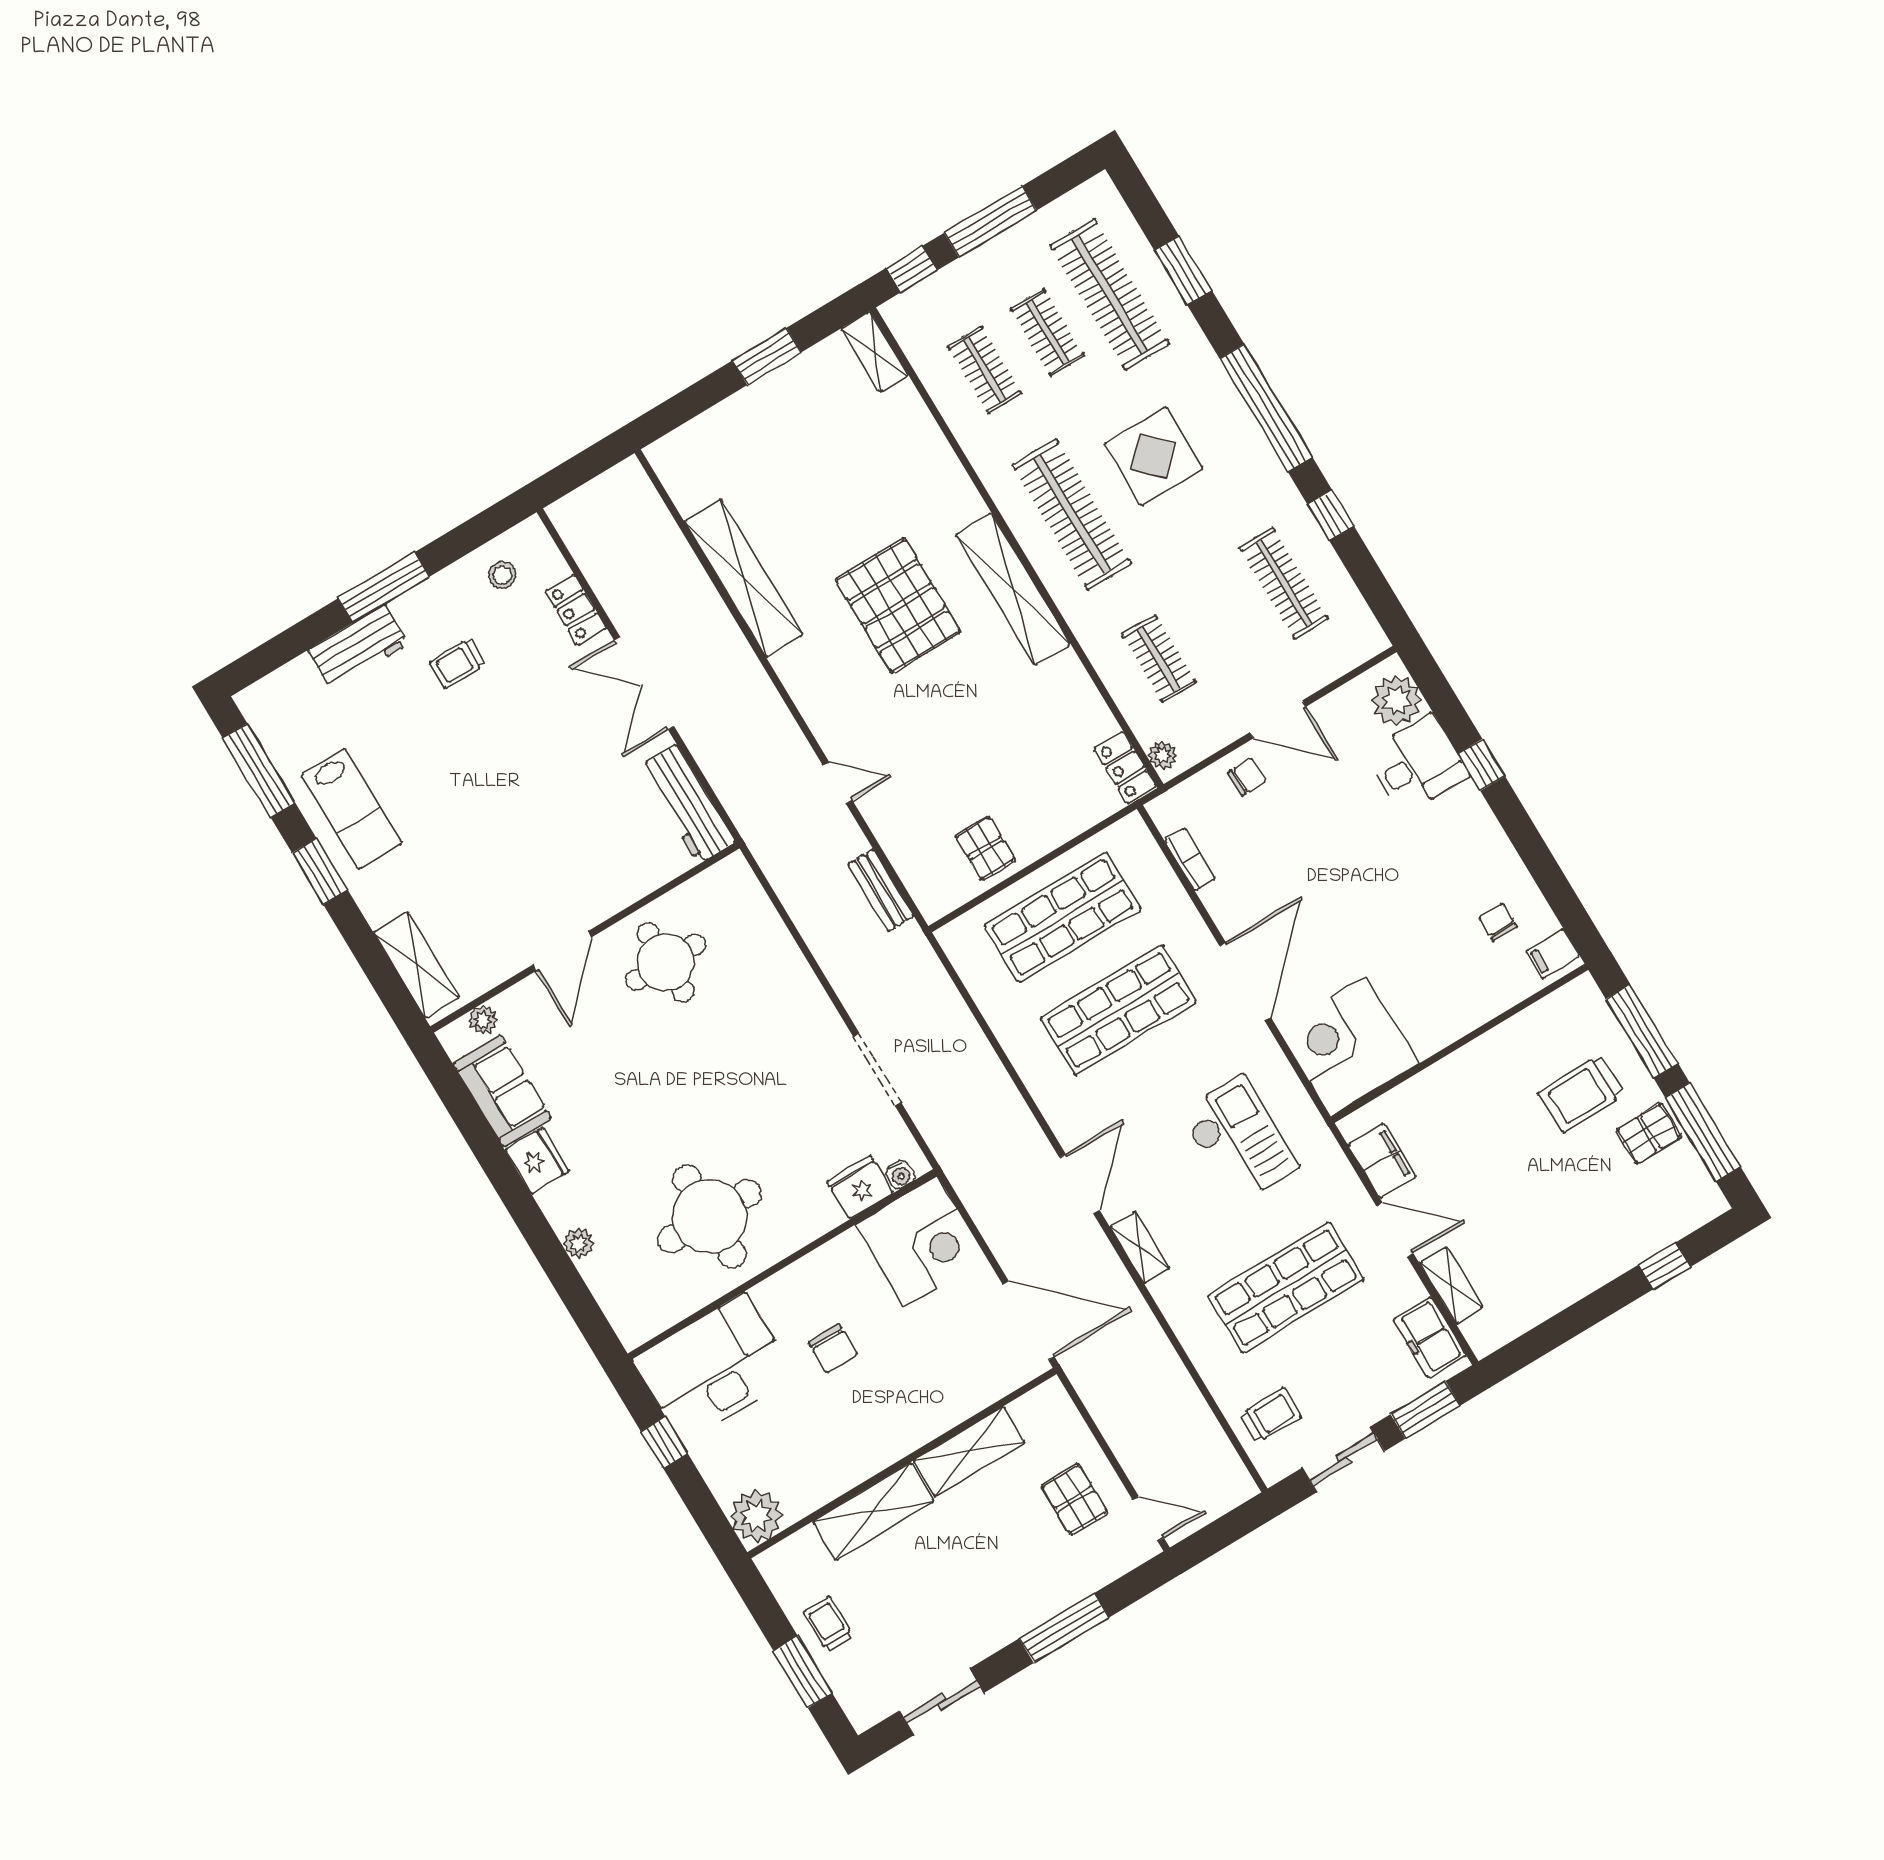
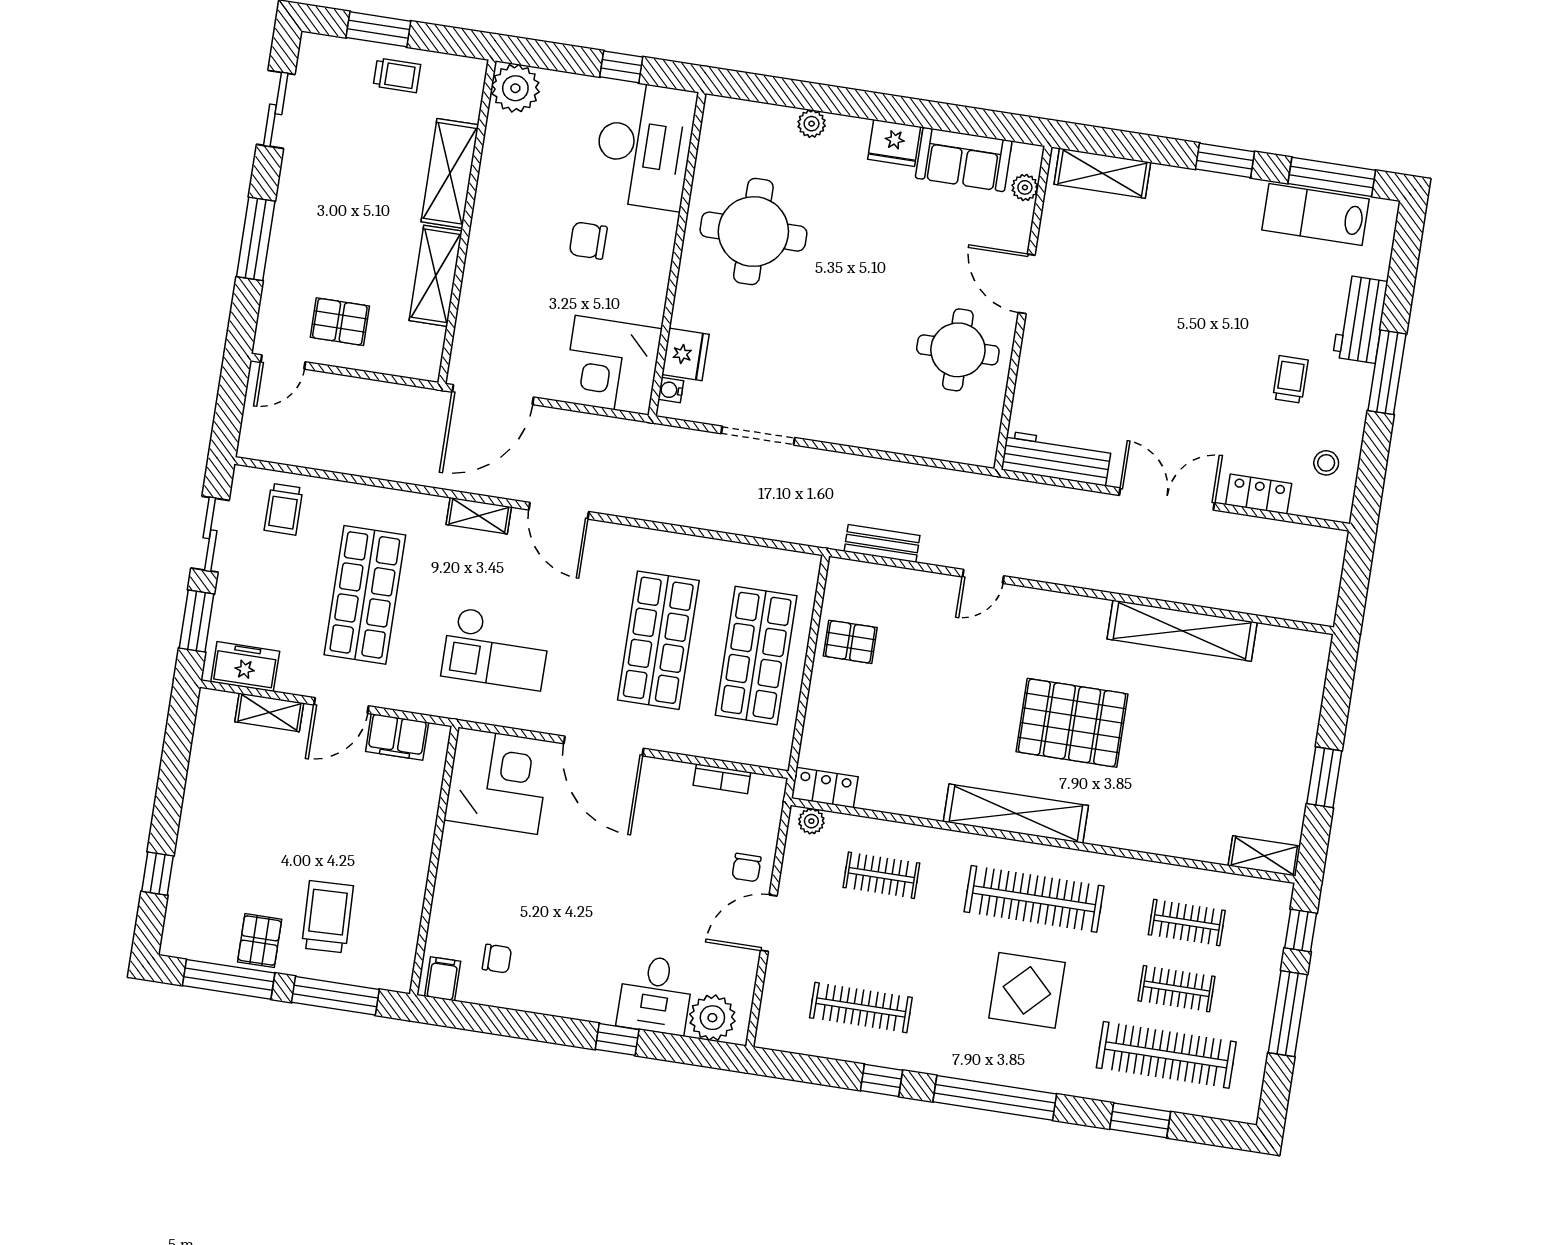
lab bench: (352, 809) -> (1316, 214), moved

